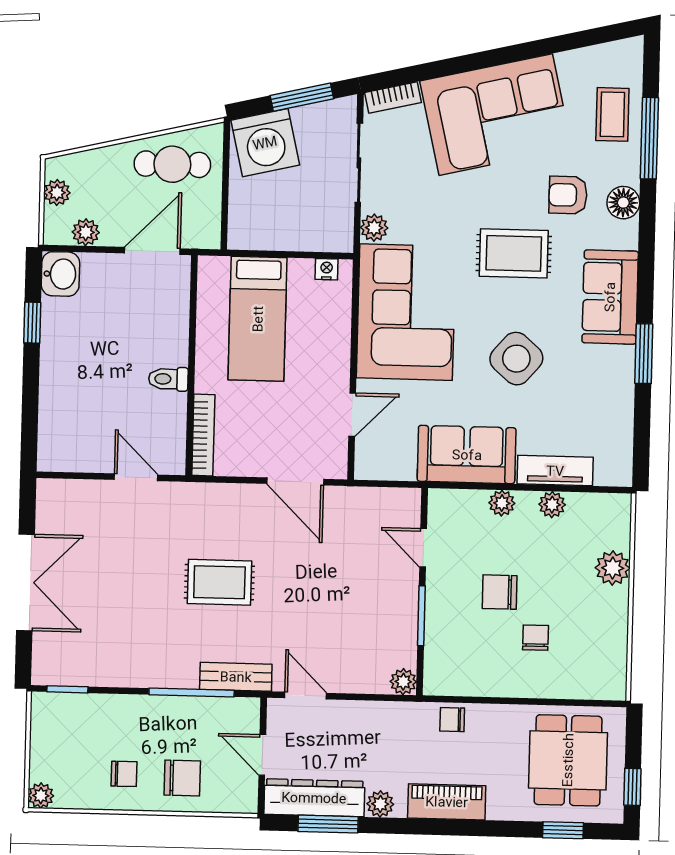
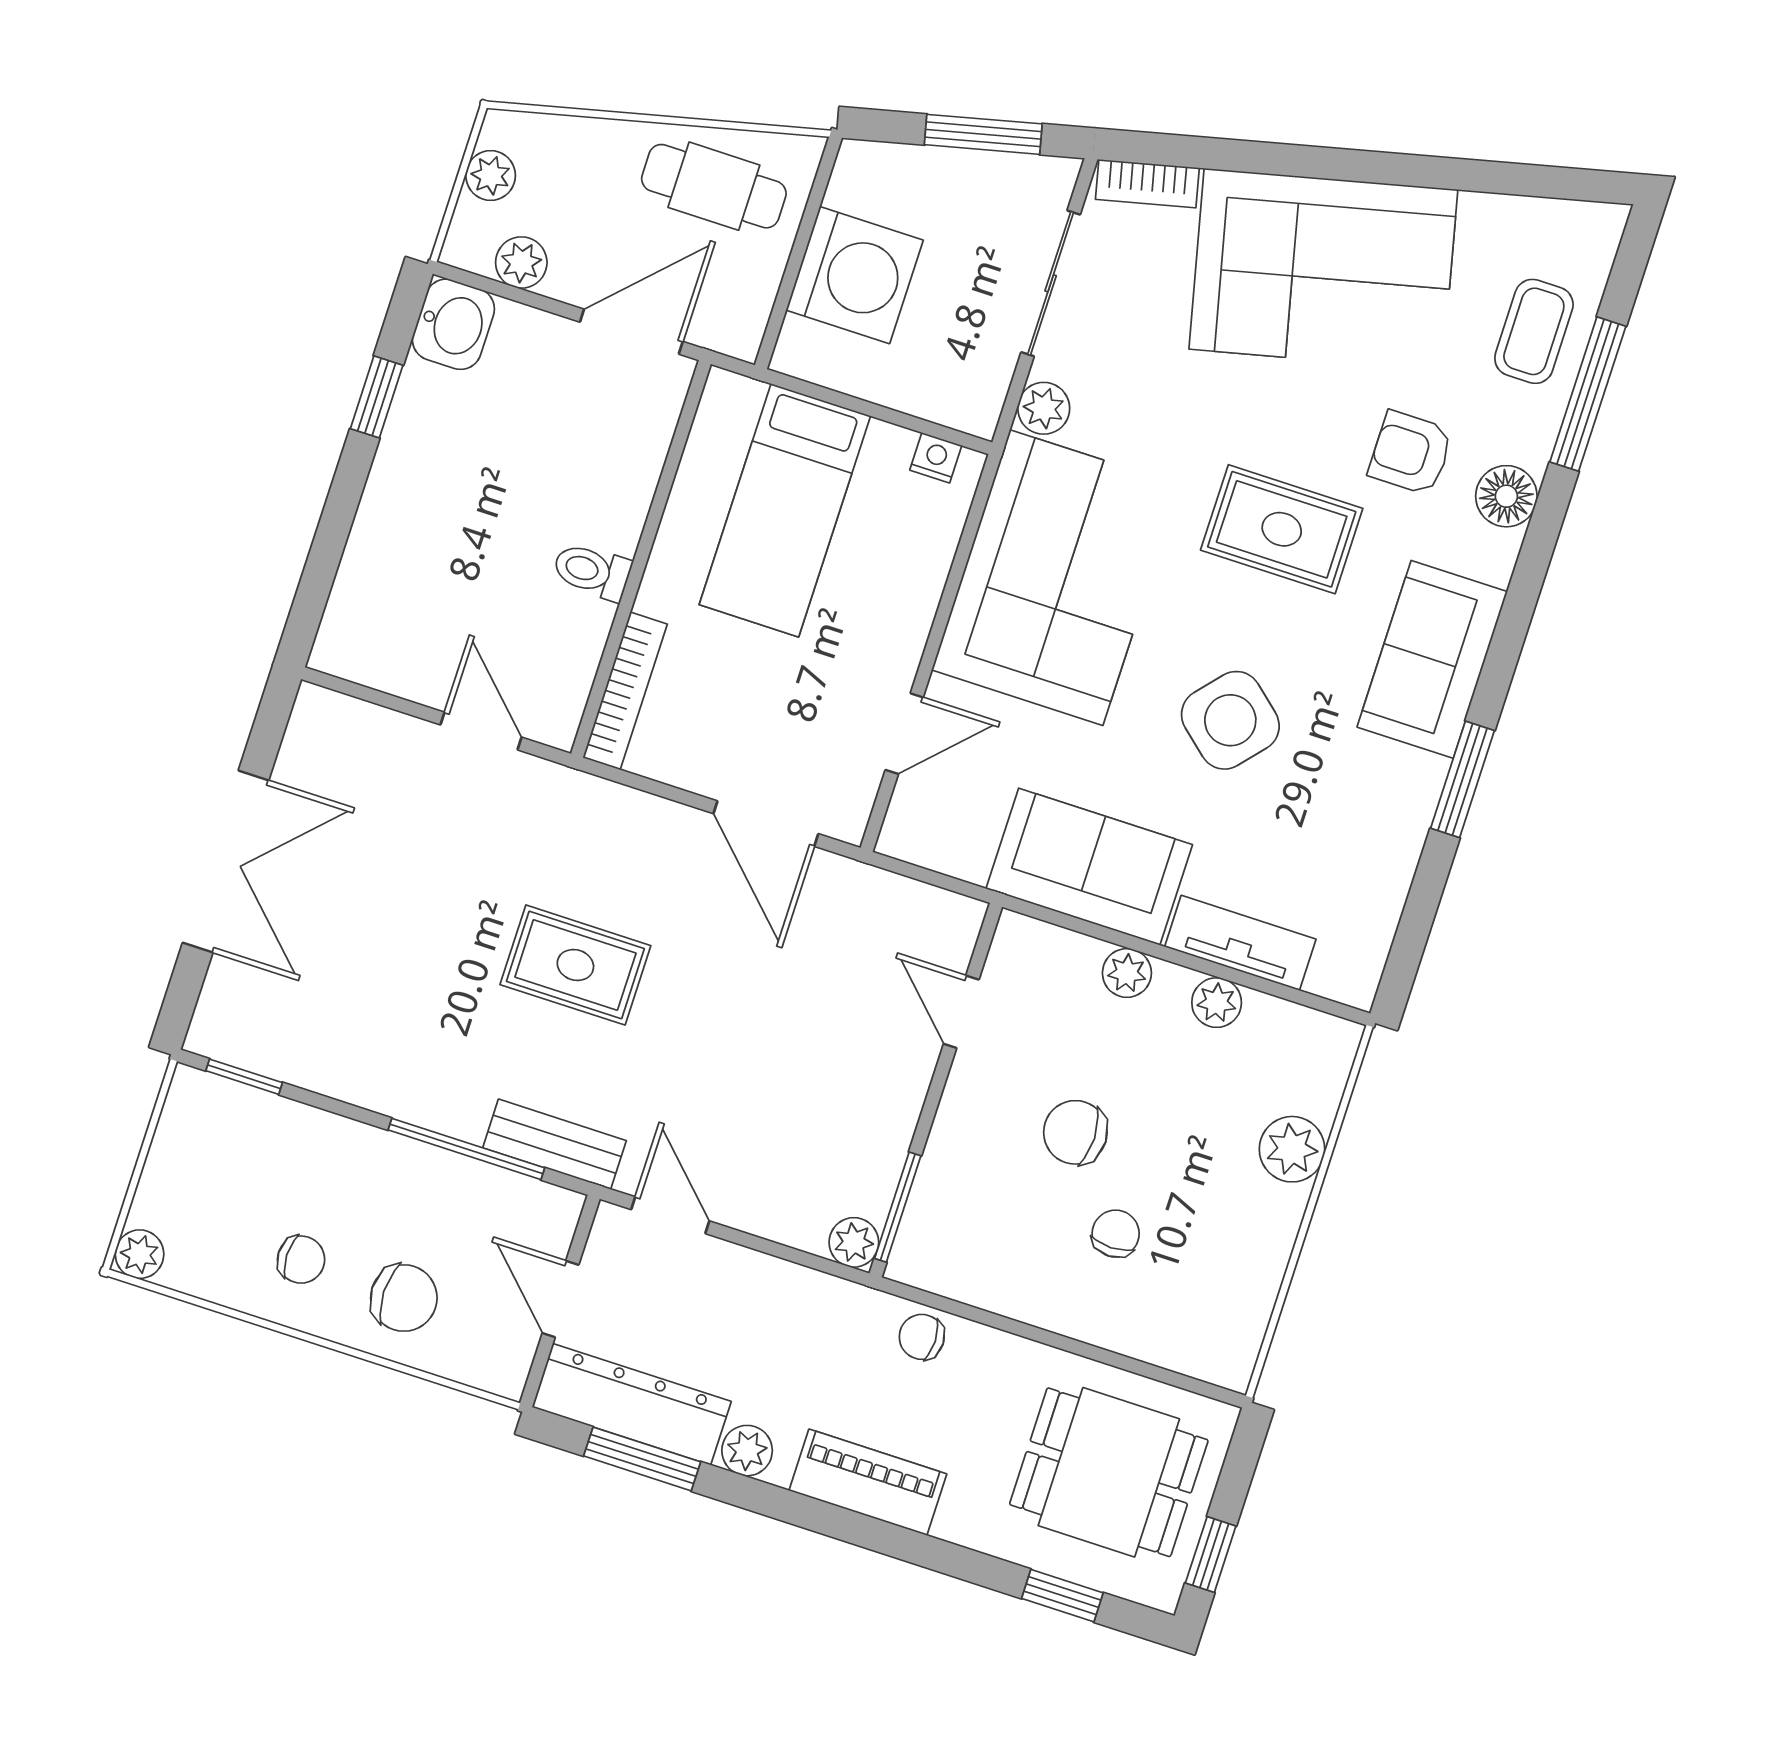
washing machine: (265, 143) -> (855, 275), moved, turned -77
window: (421, 616) -> (898, 1207), moved
dining table: (568, 760) -> (1109, 1472), turned 90

